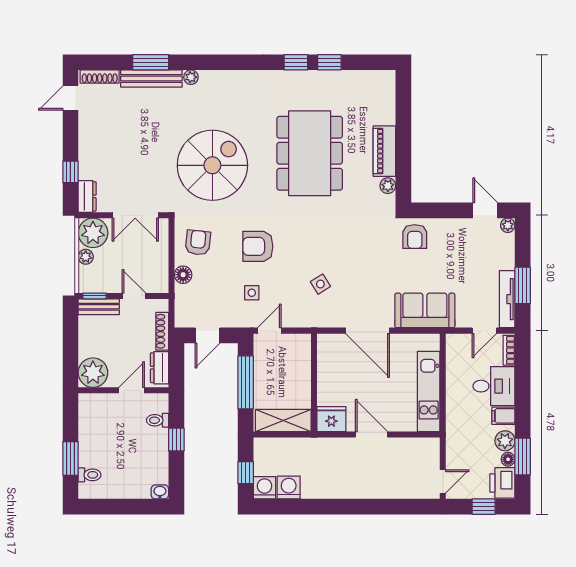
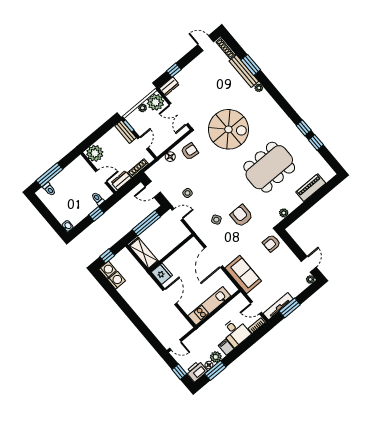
piano: (384, 151) -> (311, 188), moved
armchair: (258, 246) -> (241, 216), moved
window: (70, 458) -> (49, 175), width x1.44

